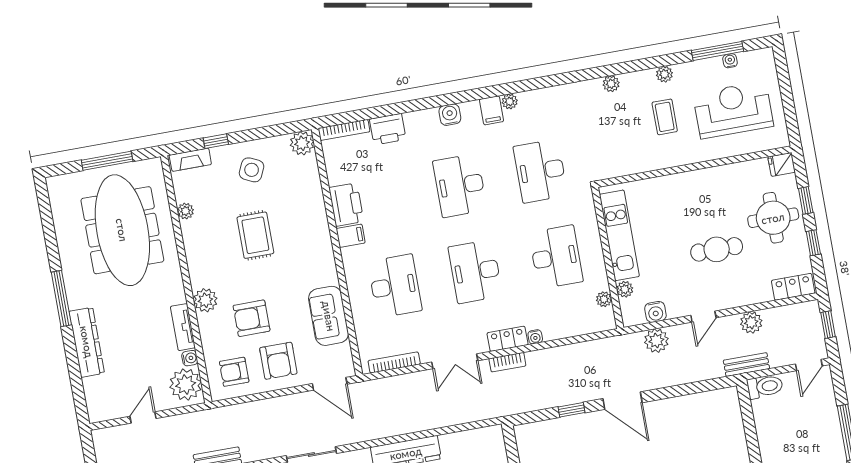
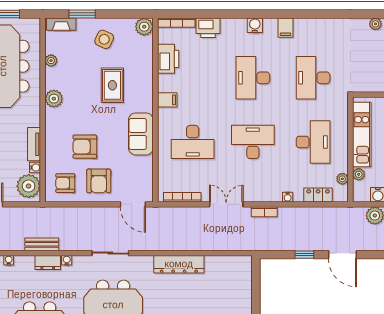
plant: (510, 102) -> (300, 24), removed
window: (216, 141) -> (82, 14), width x1.50
printer: (346, 205) -> (168, 59), moved
rug: (255, 235) -> (112, 85), moved
desk: (475, 271) -> (253, 142), turned 90
desk: (395, 286) -> (193, 142), turned 90
plant: (205, 300) -> (54, 99), moved
sofa: (329, 316) -> (141, 134), moved
locker: (508, 339) -> (318, 195), moved
double door: (455, 361) -> (226, 204), swing flipped

